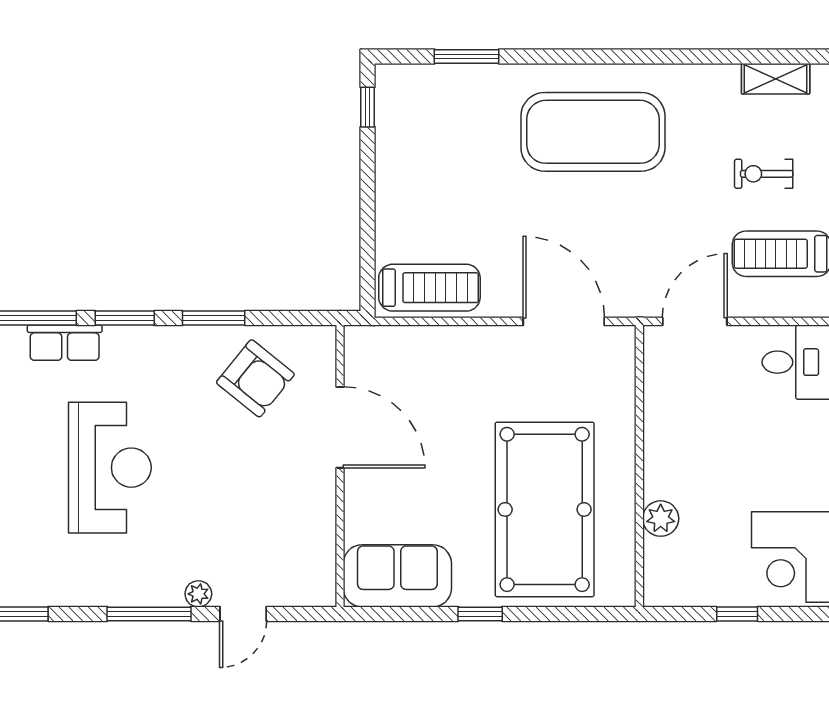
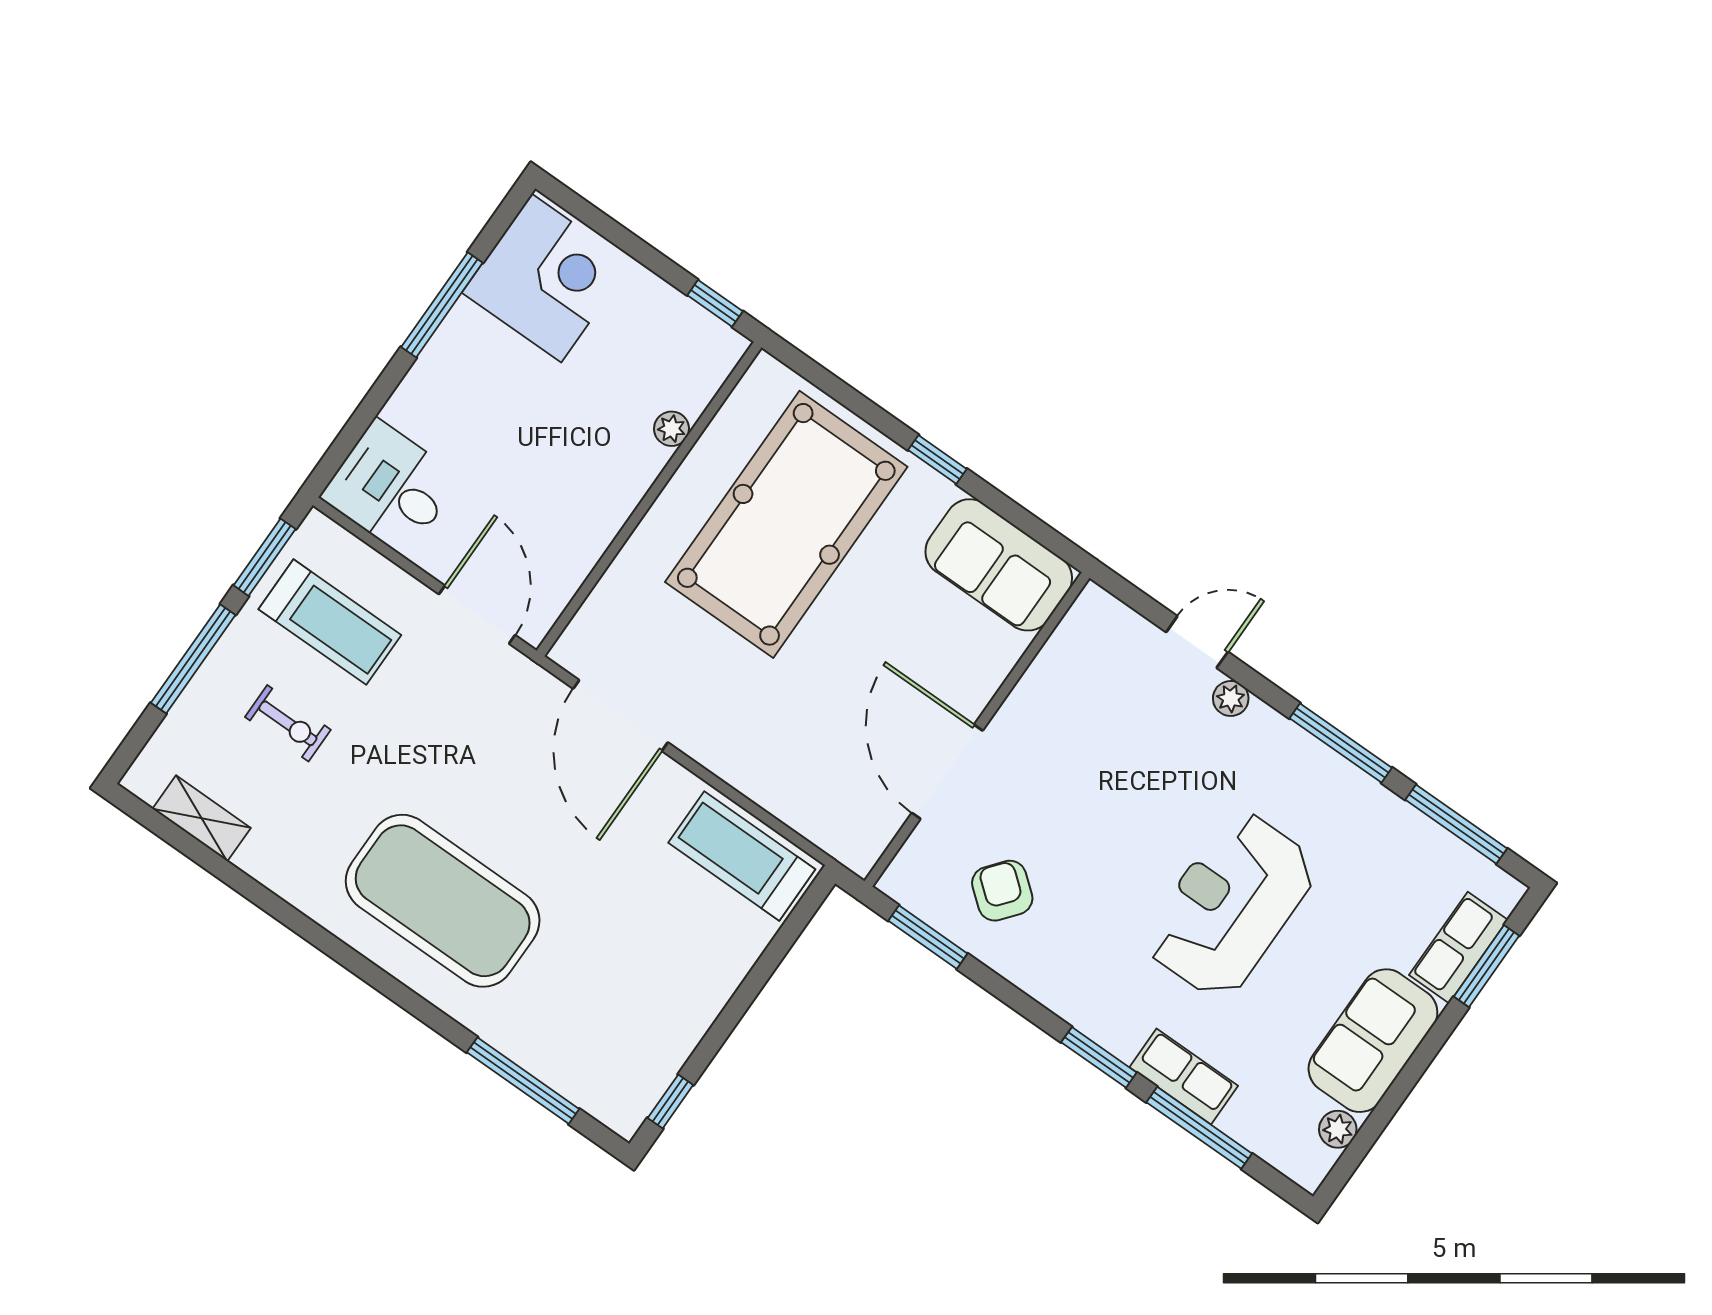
window: (467, 57) -> (523, 1081), width x1.44
window: (214, 318) -> (928, 937), moved
door: (695, 321) -> (477, 615), swing flipped
armchair: (255, 378) -> (1002, 891), width x0.72, depth x0.72
plant: (661, 519) -> (672, 429), width x0.73, depth x0.73
window: (149, 614) -> (1341, 743), moved
window: (737, 614) -> (715, 303), moved

